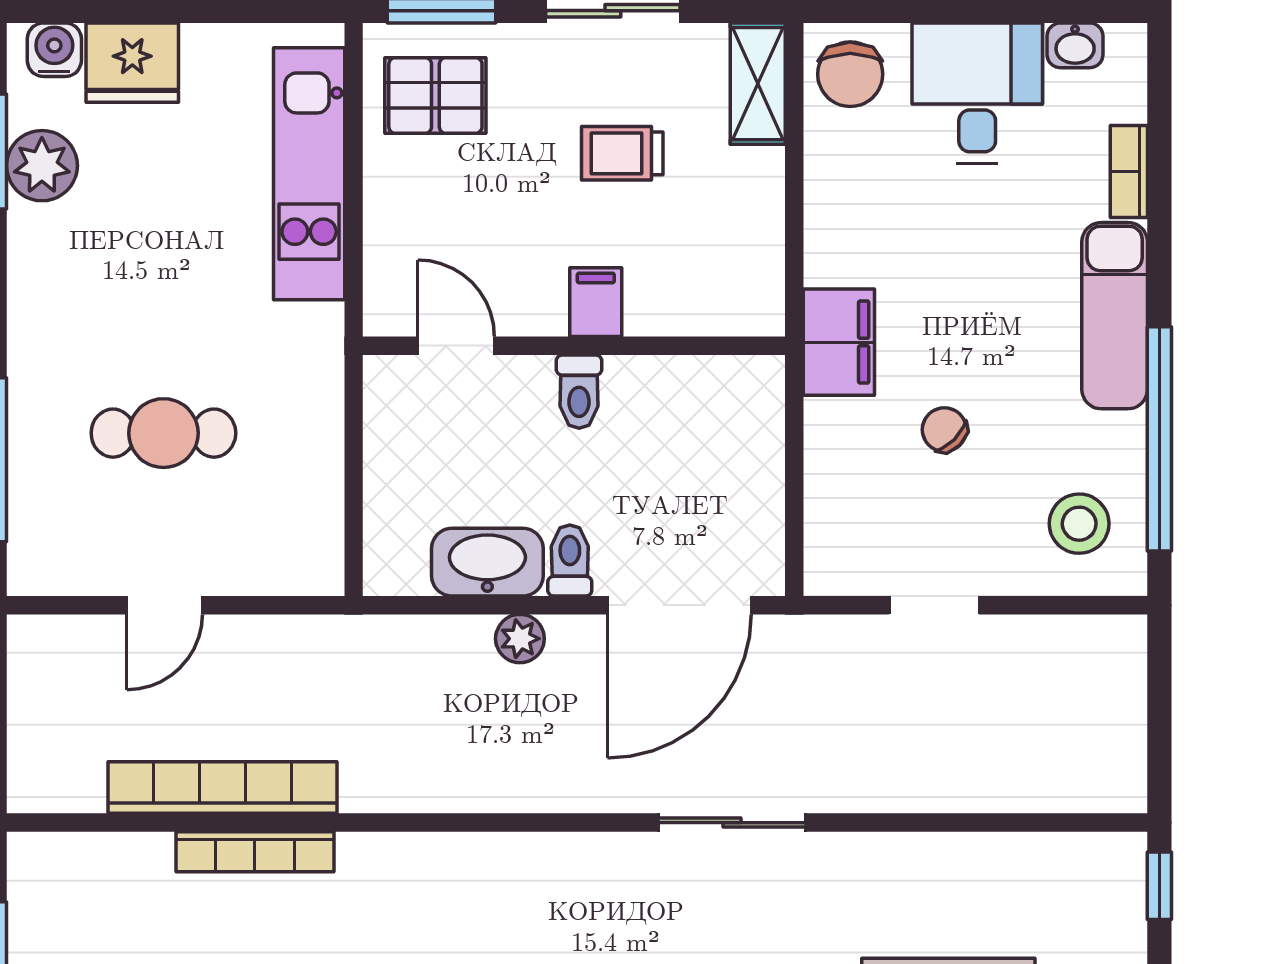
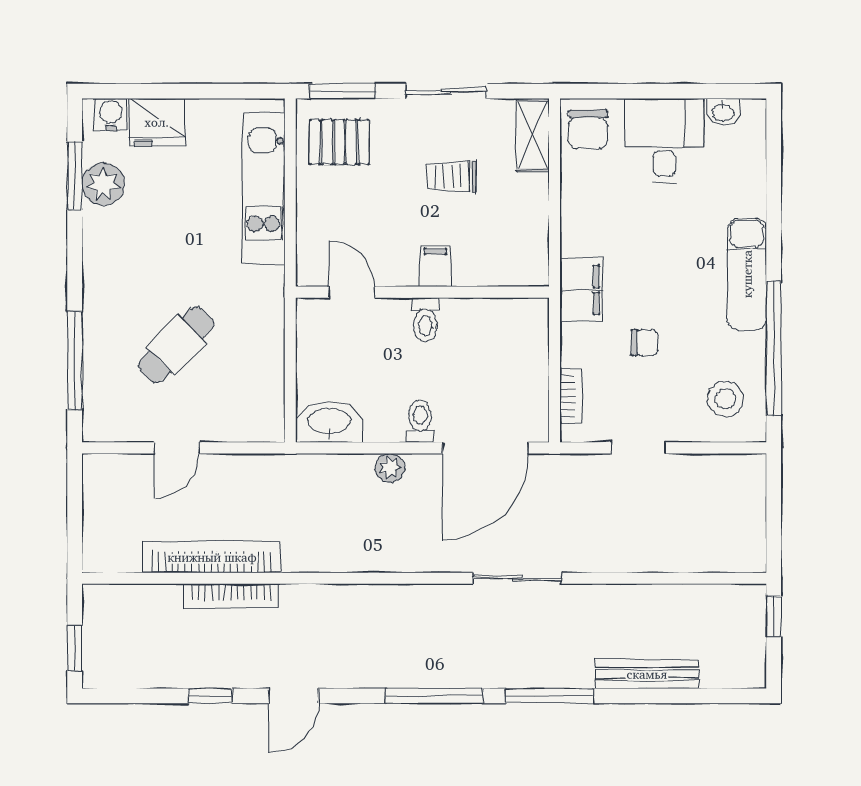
bookcase: (1129, 171) -> (571, 396), moved, turned 180
chair: (944, 430) -> (645, 343), turned 135
cafe table: (163, 433) -> (176, 345), turned -46
washbasin: (487, 562) -> (329, 422), moved

